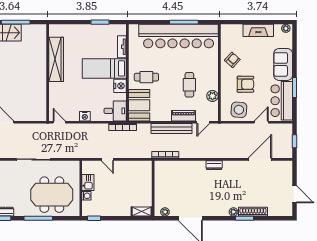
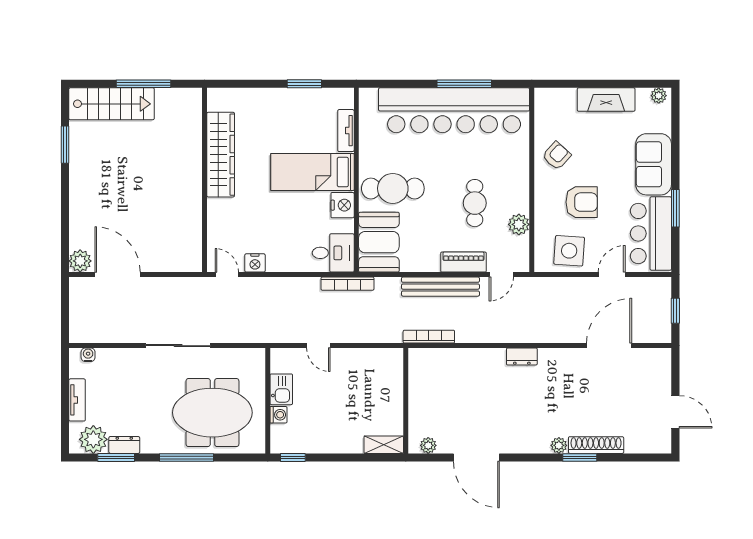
cafe table: (146, 77) -> (393, 188), width x1.37, depth x1.35
nightstand: (85, 116) -> (255, 263), moved

